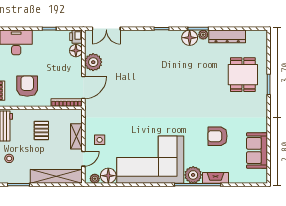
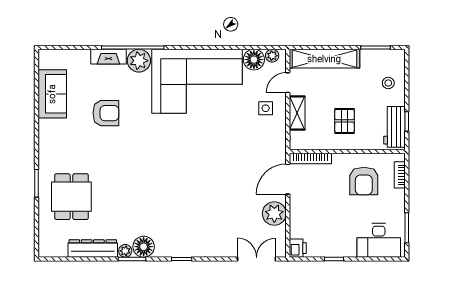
floor lamp: (76, 51) -> (298, 229), removed

